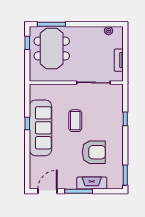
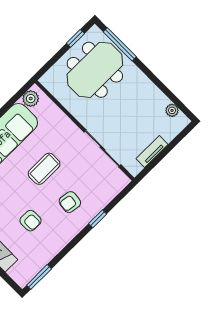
plant: (35, 93) -> (31, 99), added
armchair: (104, 124) -> (70, 202), added
armchair: (94, 152) -> (31, 221), width x0.53, depth x0.53

